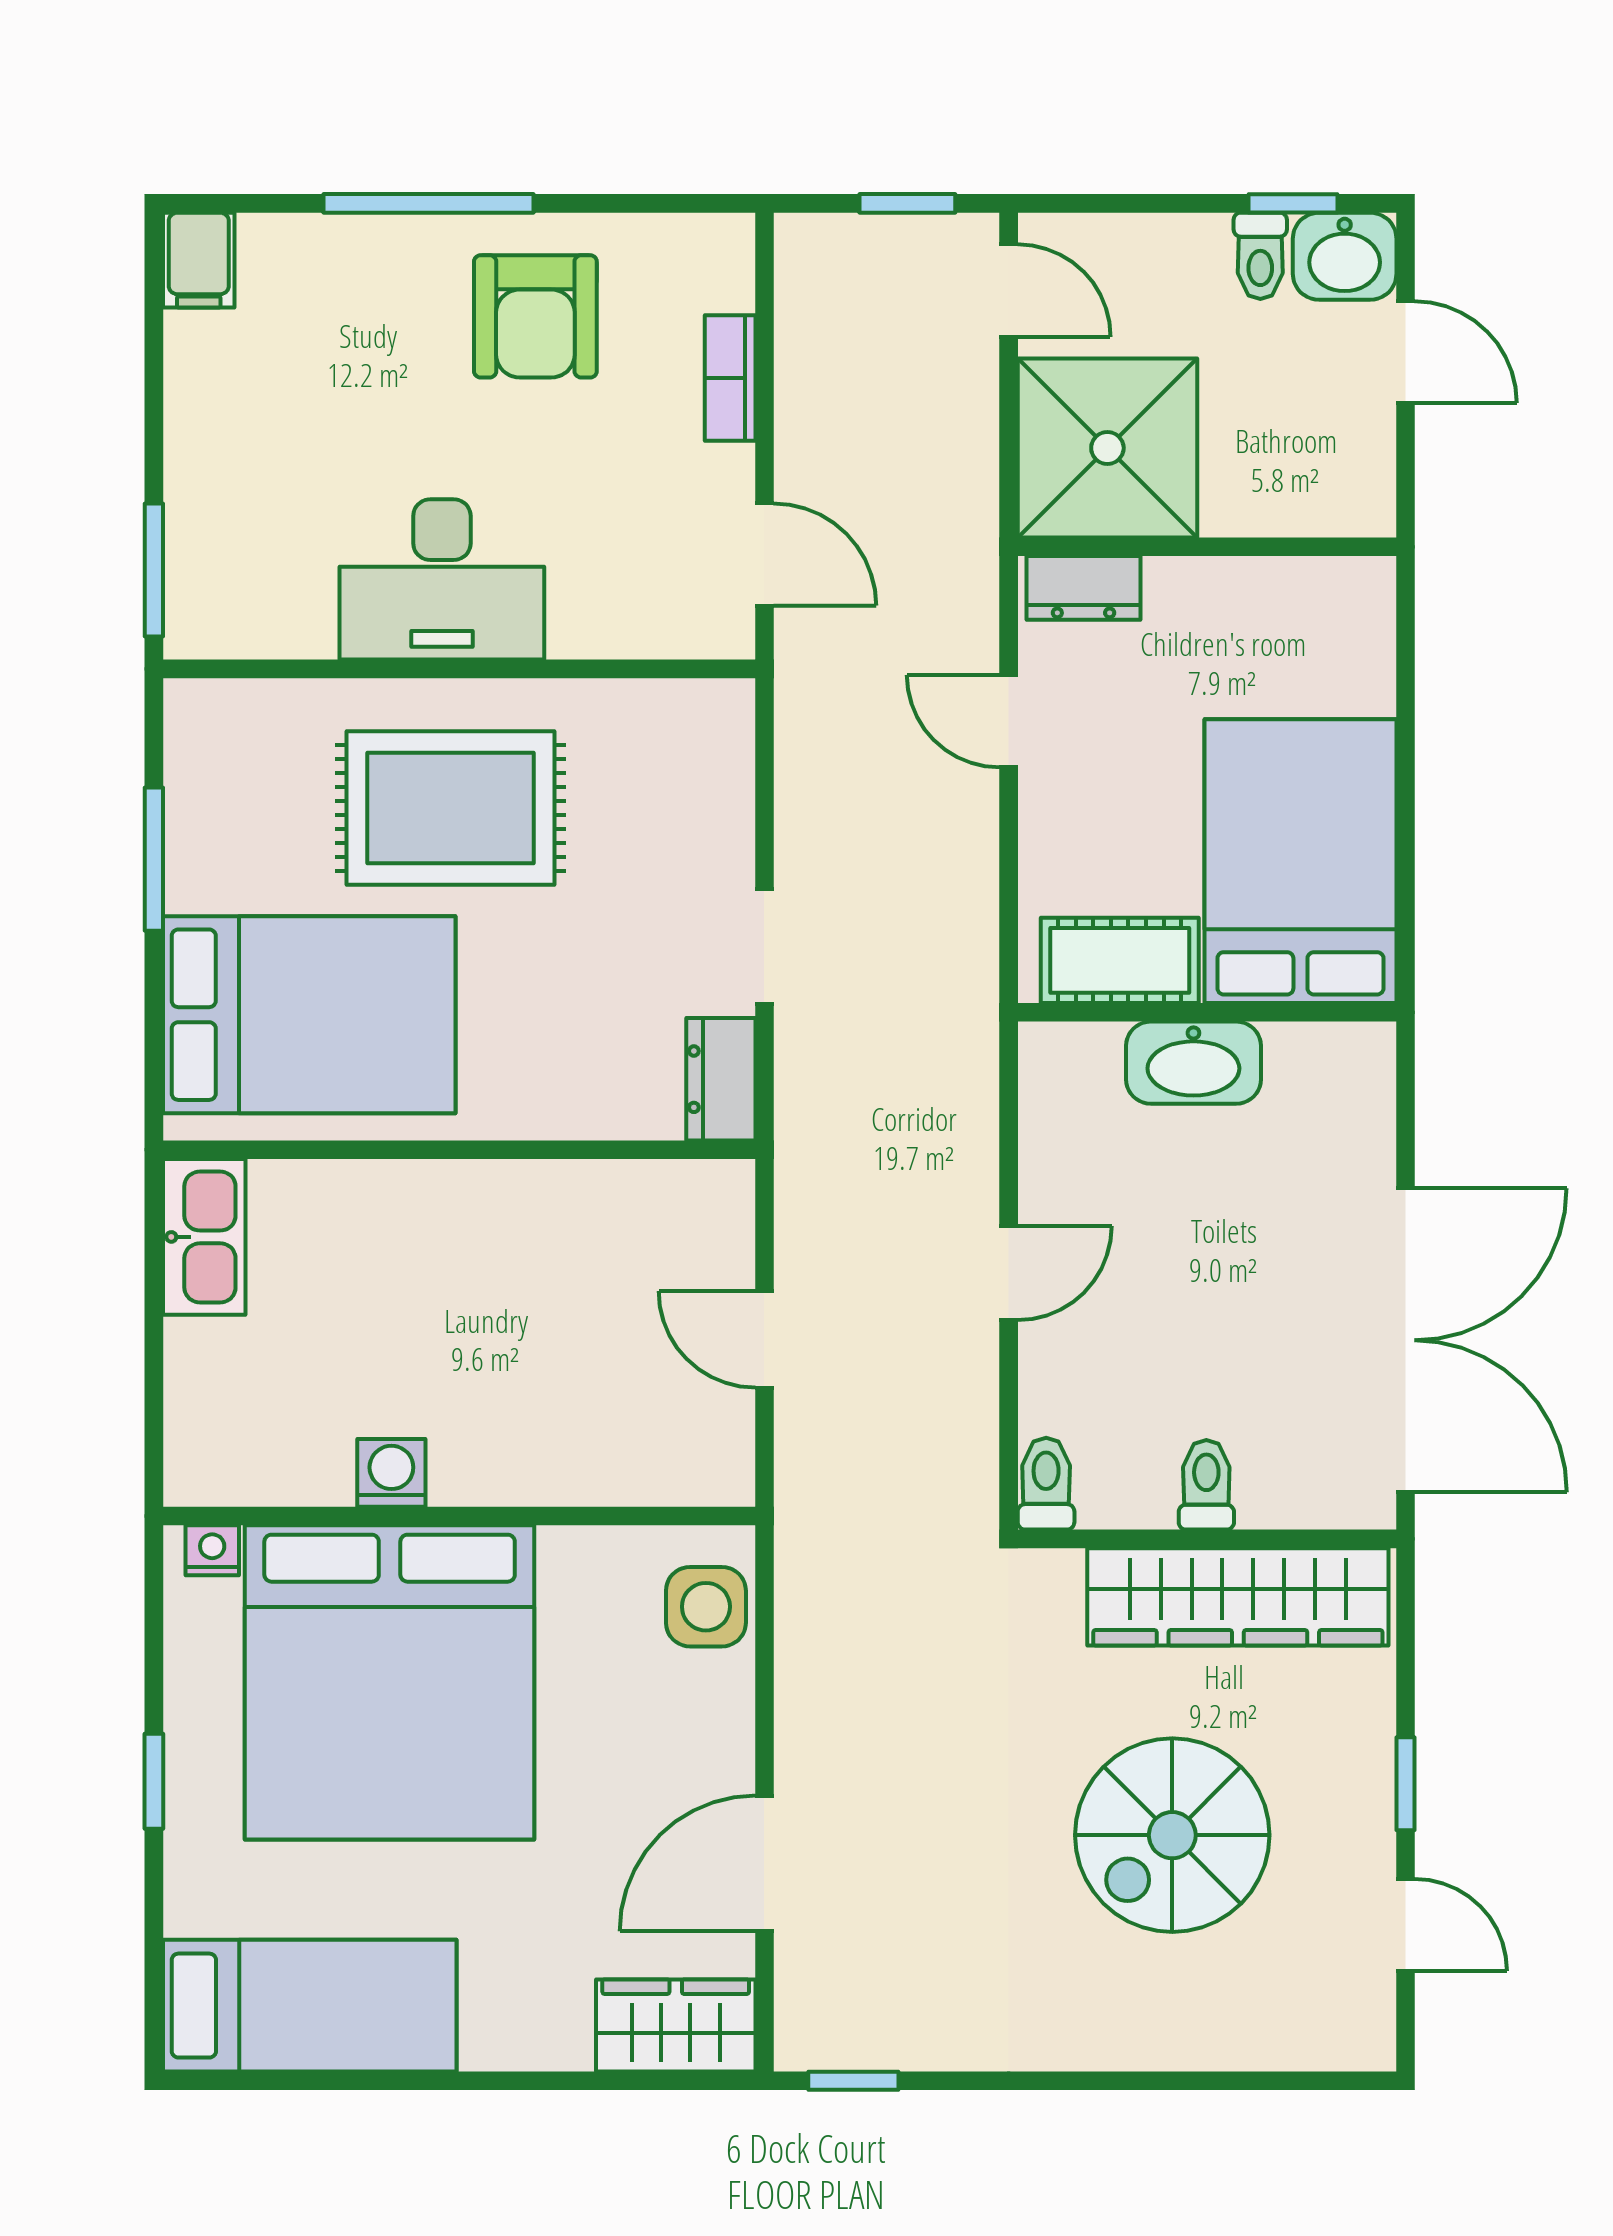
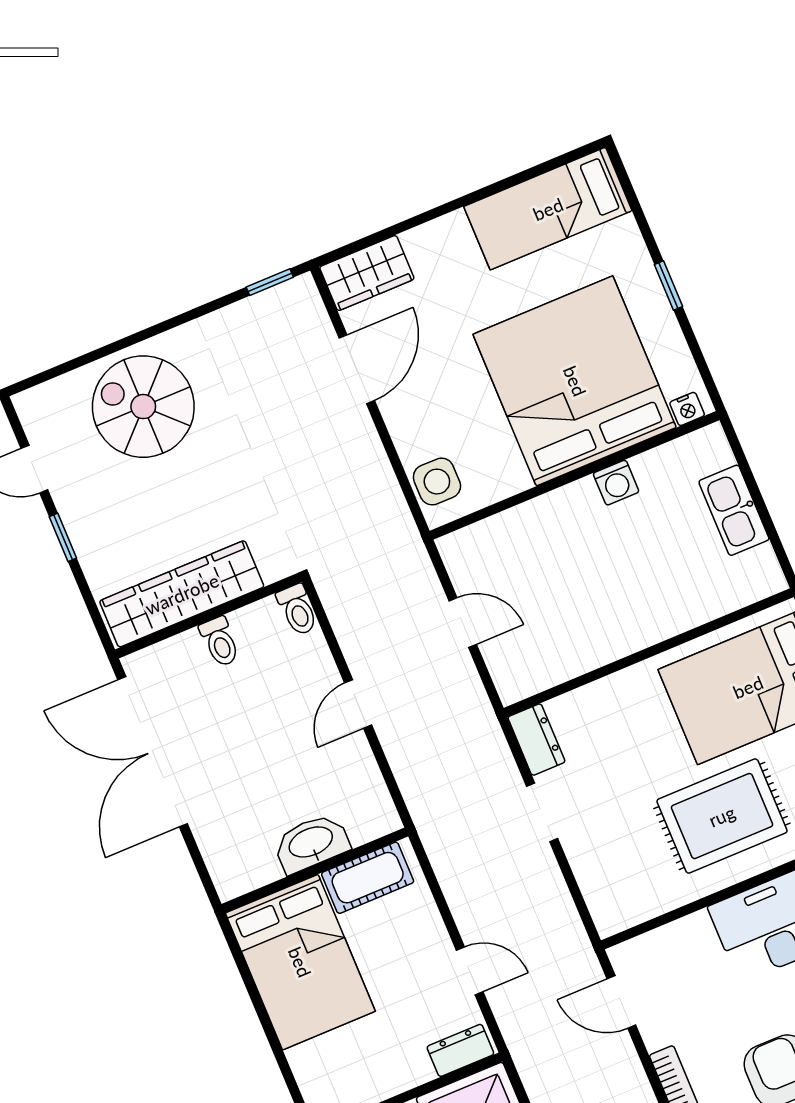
kitchen sink: (204, 1237) -> (734, 510), moved
spiral stairs: (1172, 1835) -> (143, 407), moved, turned -90

